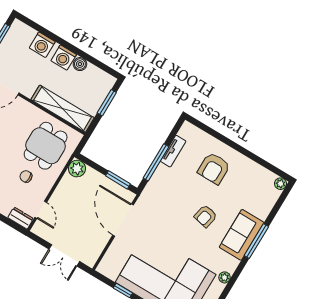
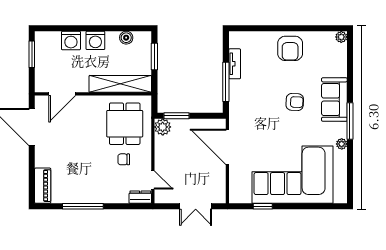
boiler: (80, 64) -> (126, 38), moved
armchair: (214, 168) -> (290, 48), moved
window: (118, 180) -> (176, 116), moved
armchair: (206, 216) -> (295, 102), turned -100
window: (256, 241) -> (350, 121), moved

